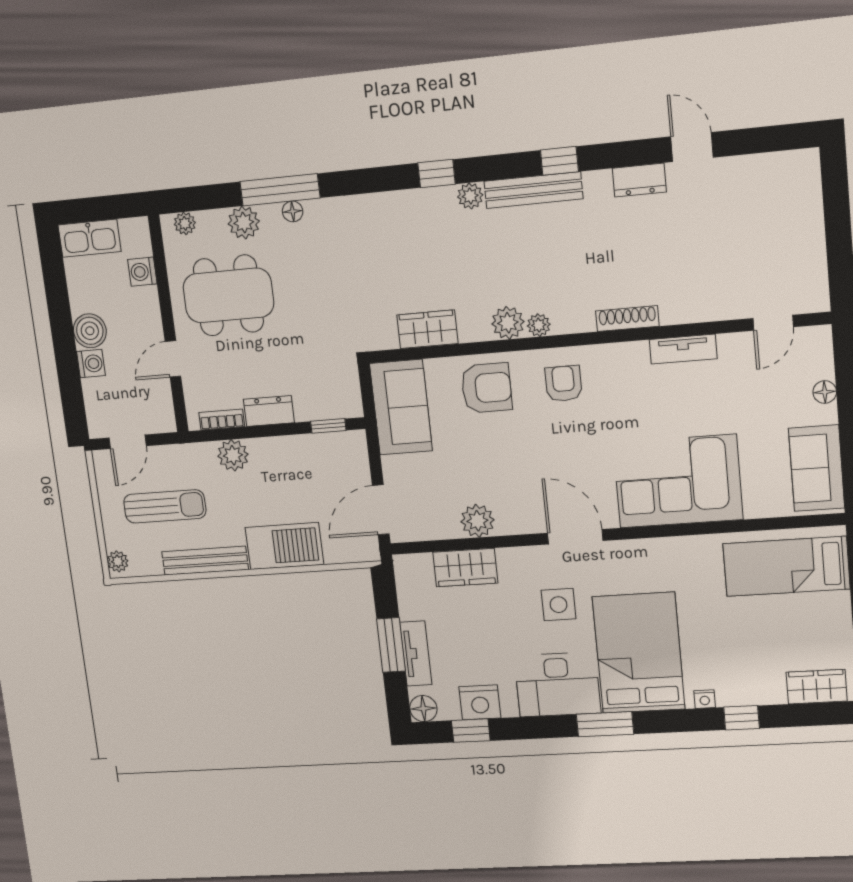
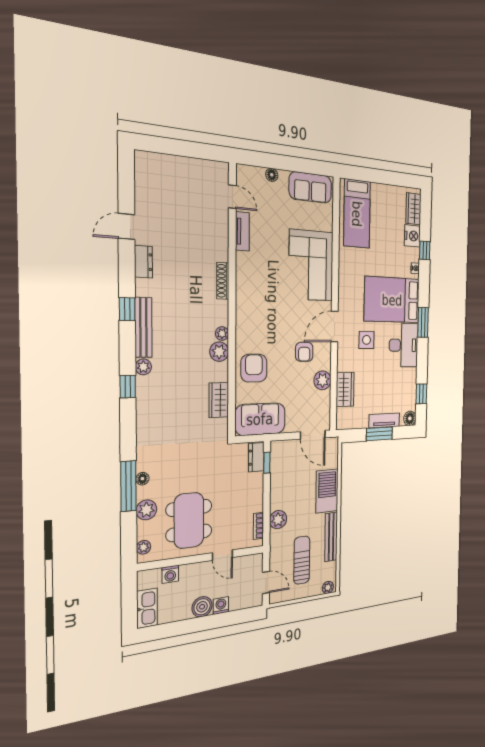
tv unit: (683, 349) -> (242, 231), moved
armchair: (563, 384) -> (304, 352), moved, turned -90
dresser: (269, 411) -> (256, 457), moved
nightstand: (480, 702) -> (412, 236), moved

